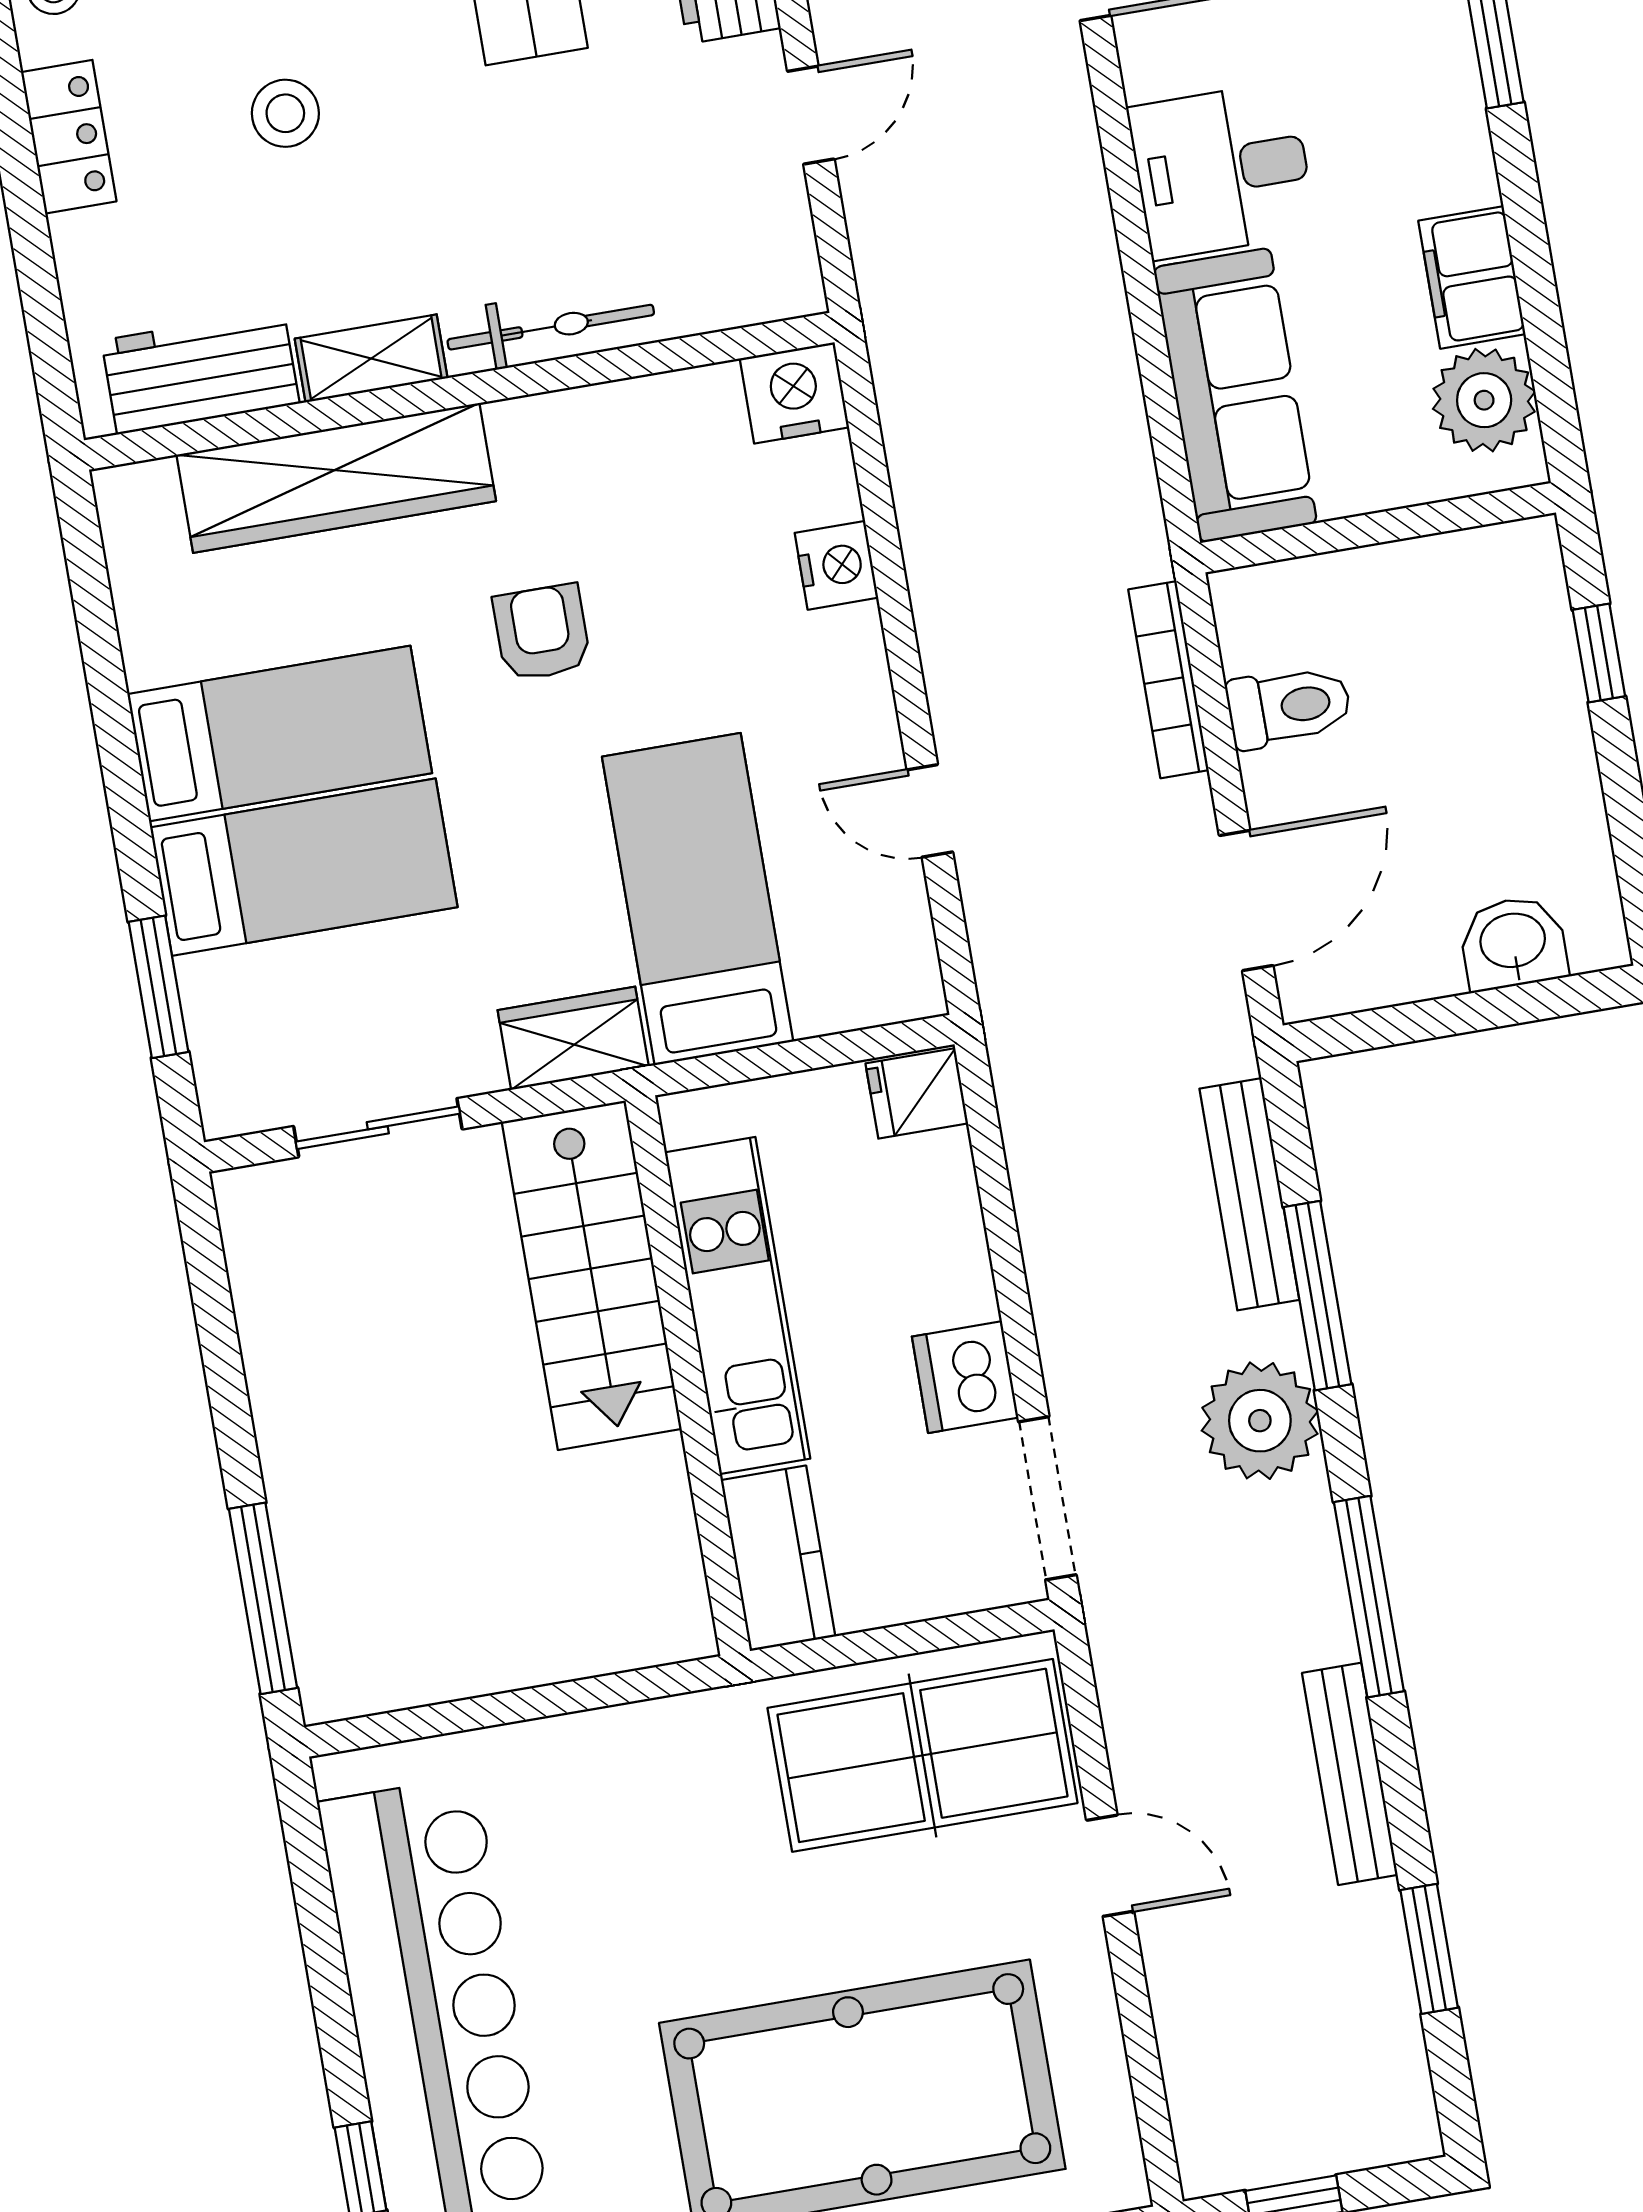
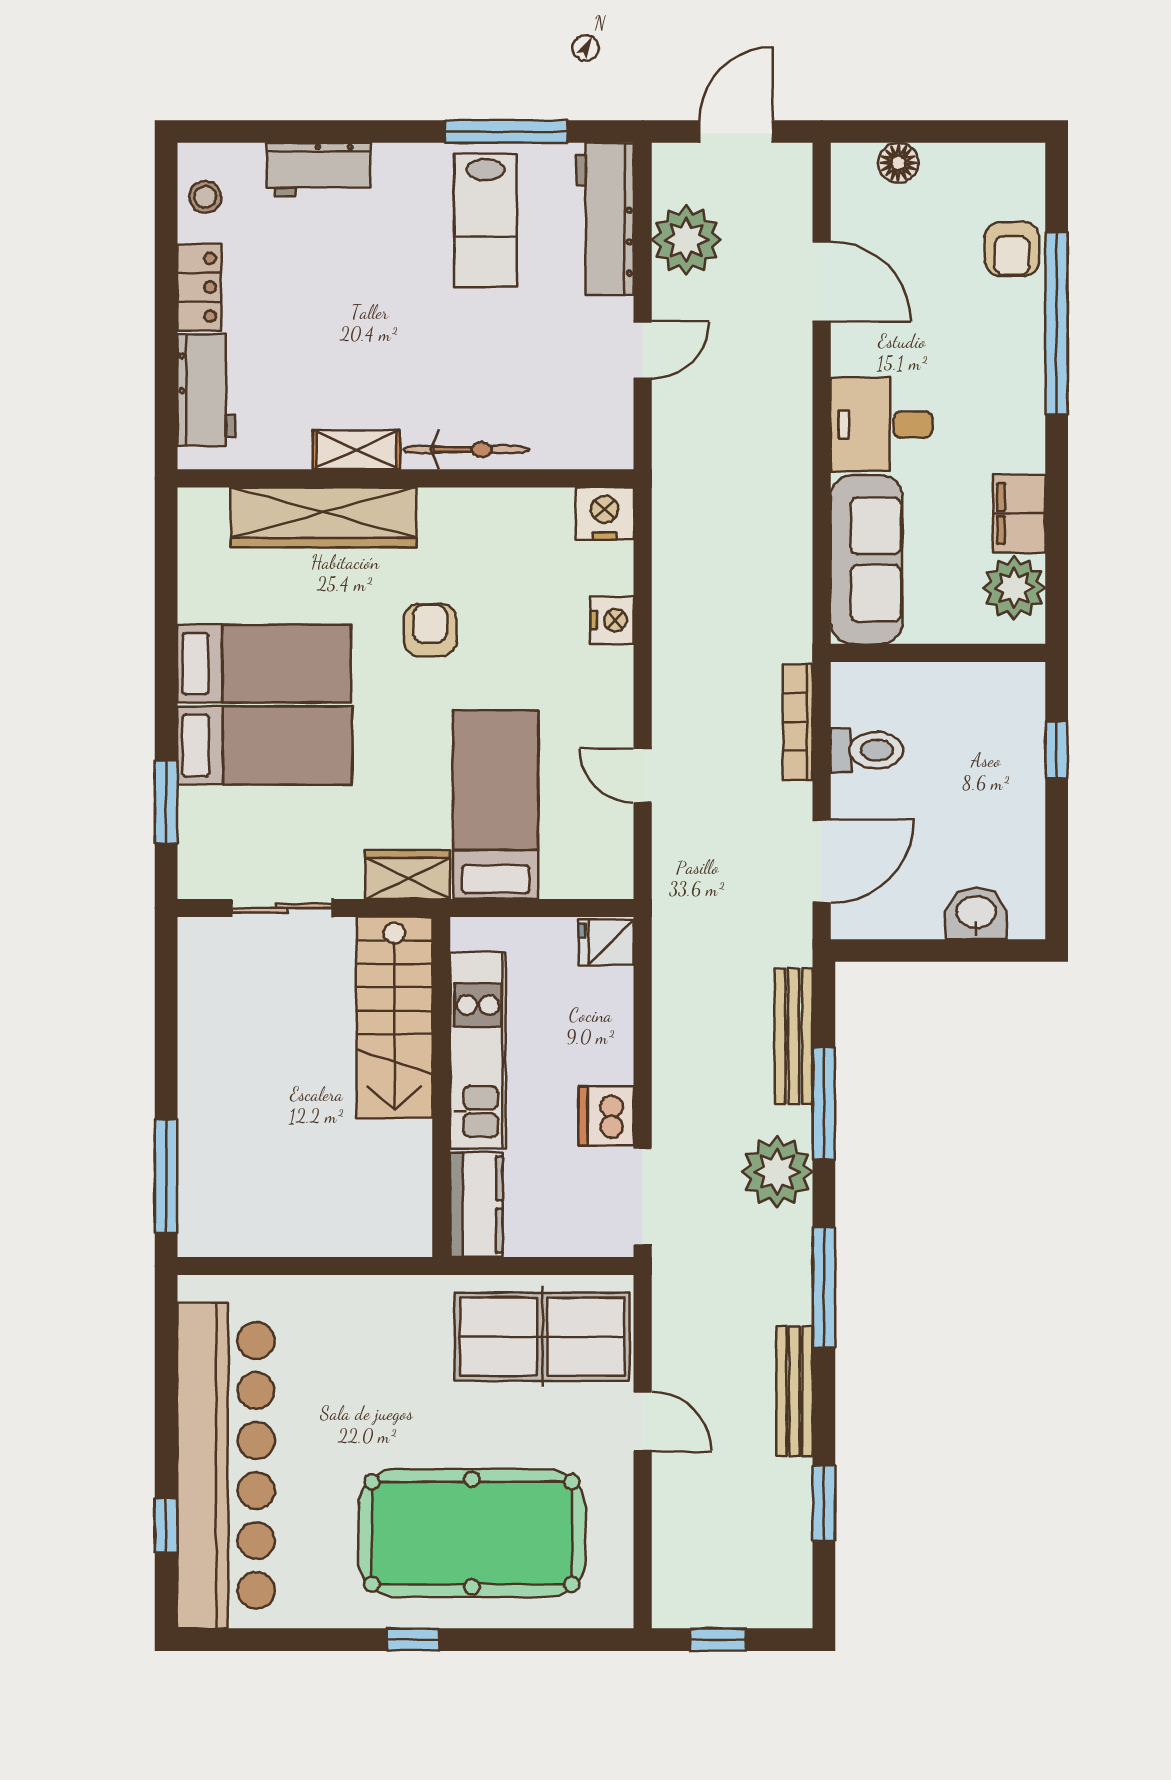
stool: (285, 113) -> (330, 295), removed
workbench: (200, 372) -> (206, 390), moved, turned 90

